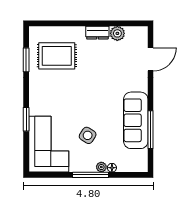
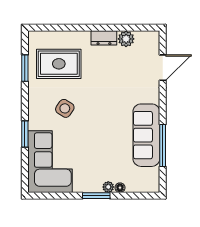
side table: (88, 135) -> (65, 108), moved
window: (90, 175) -> (96, 196), width x0.69

